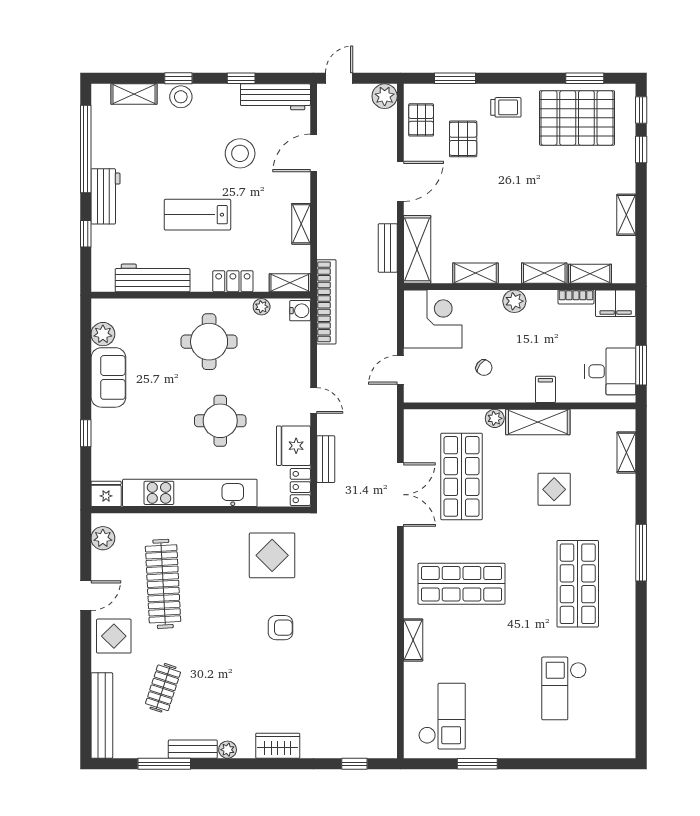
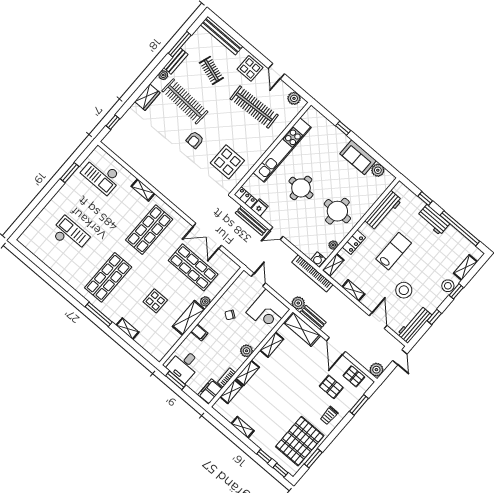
plant: (385, 286) -> (298, 303), added
fridge: (293, 446) -> (260, 208), width x0.53, depth x0.75
shelving: (626, 452) -> (127, 329), moved
bench: (326, 459) -> (252, 221), width x1.36
fridge: (106, 494) -> (311, 115), removed
shop shelf: (578, 584) -> (108, 277), turned 90
clothes rail: (238, 688) -> (185, 101), added

